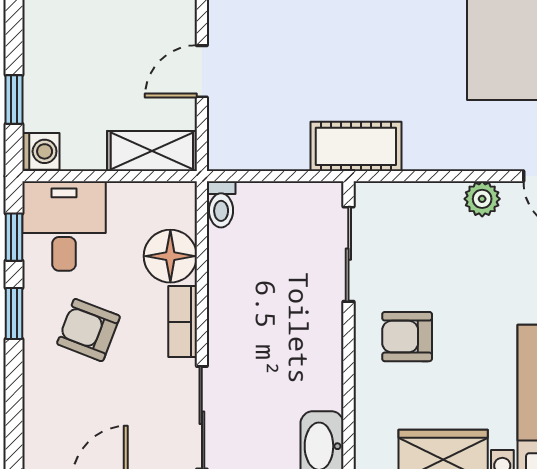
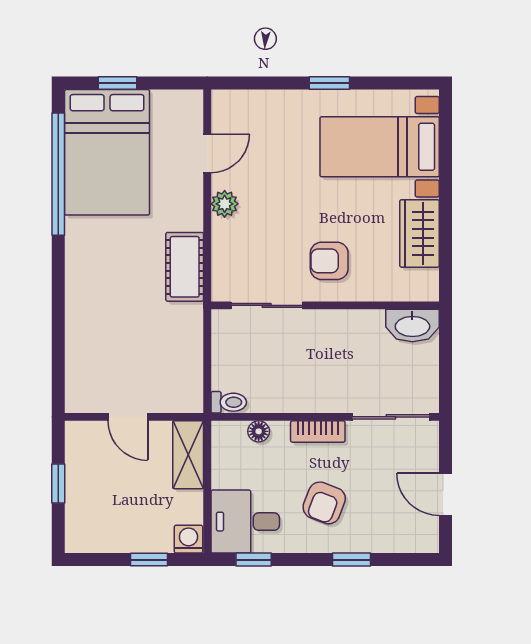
cot: (356, 146) -> (185, 267), moved
floor lamp: (170, 256) -> (259, 431), width x0.53, depth x0.53
window: (14, 313) -> (351, 560), moved
armchair: (407, 337) -> (329, 261), turned 90

